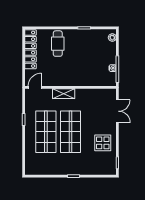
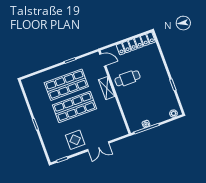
cafe table: (58, 44) -> (128, 78), moved
double door: (117, 111) -> (98, 146), moved

